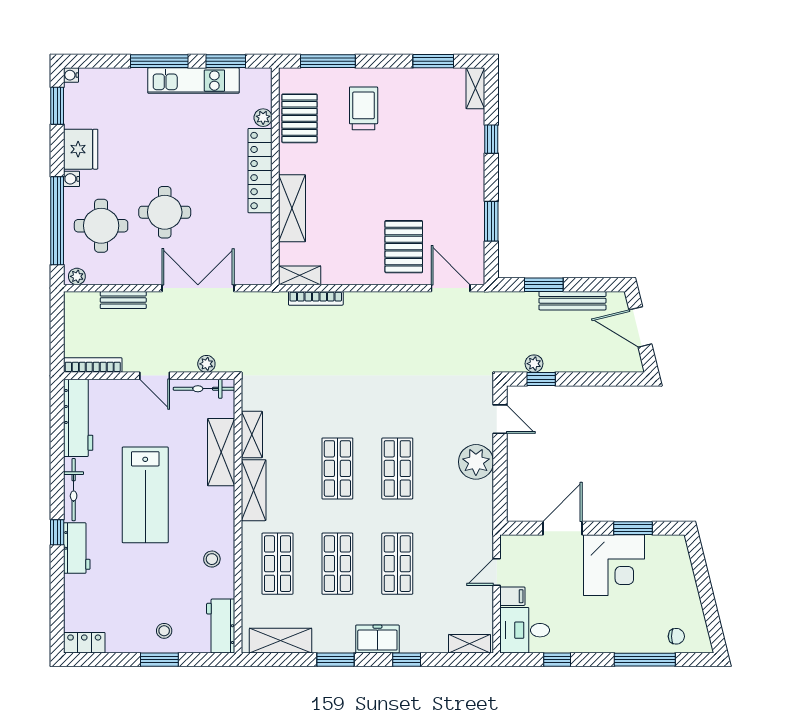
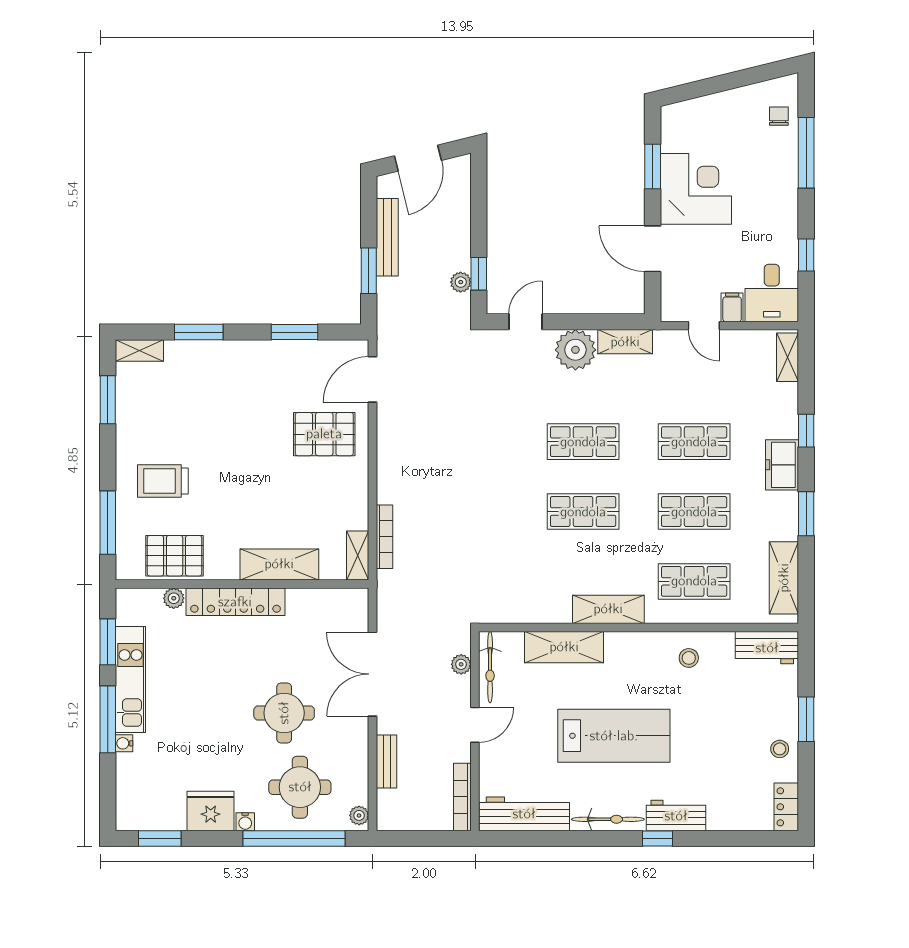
water cooler: (71, 75) -> (124, 743), moved, turned 90
window: (491, 139) -> (199, 332), width x1.50
shelving: (252, 434) -> (625, 342), moved
stool: (164, 631) -> (780, 749), moved

